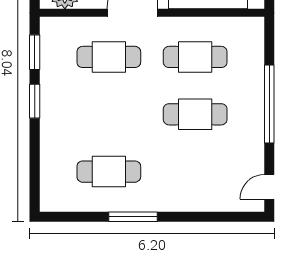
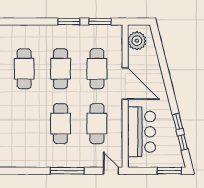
window: (269, 104) -> (67, 171), width x0.68
cafe table: (109, 114) -> (61, 69), added
door: (269, 187) -> (111, 171), moved

